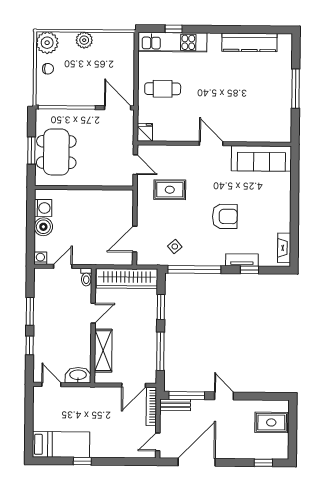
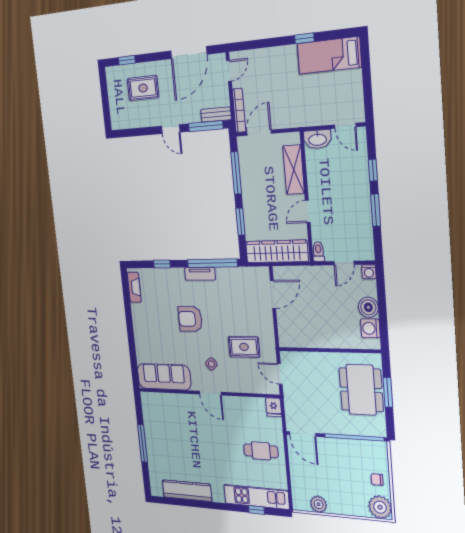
plant: (84, 40) -> (319, 504), moved
side table: (175, 246) -> (211, 364), moved
tv unit: (242, 260) -> (200, 274), moved
rug: (271, 422) -> (143, 88), moved

